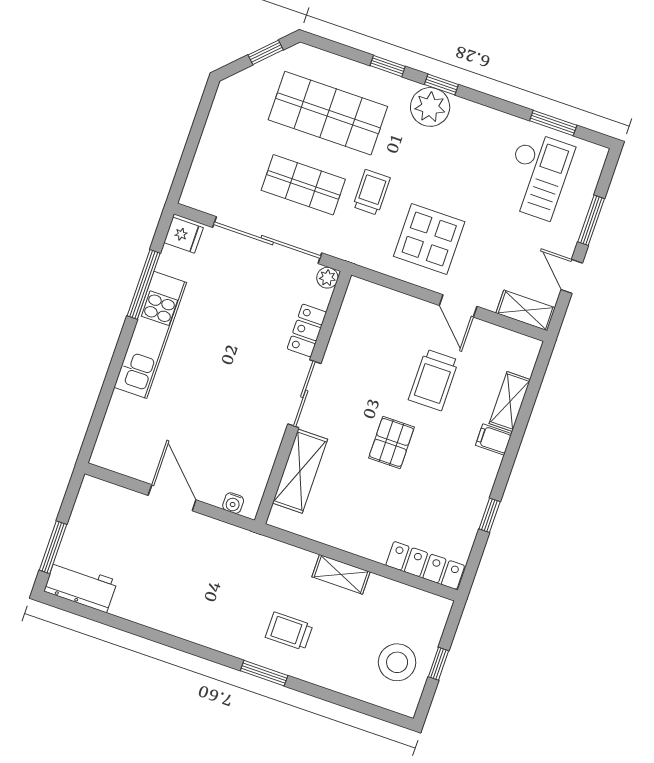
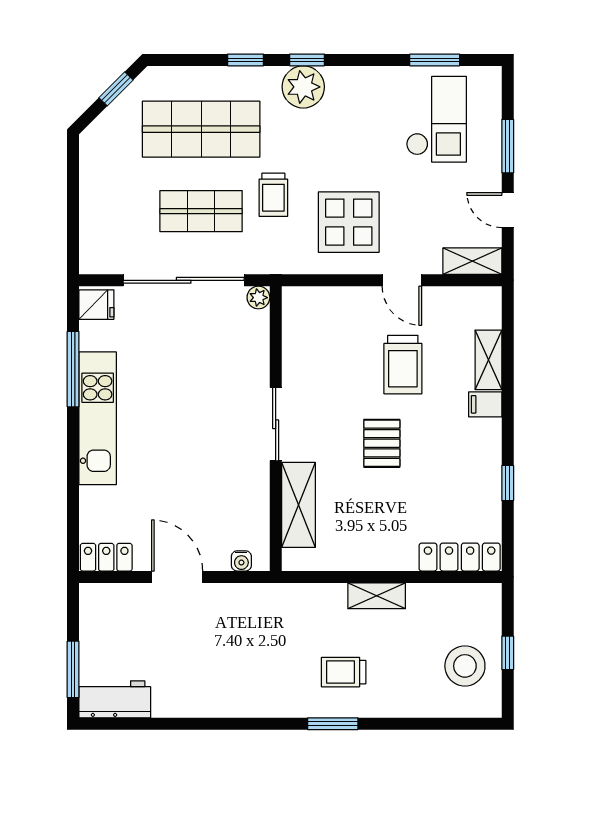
trolley: (371, 192) -> (273, 195), turned 180
locker: (307, 330) -> (106, 557), moved, turned 90

